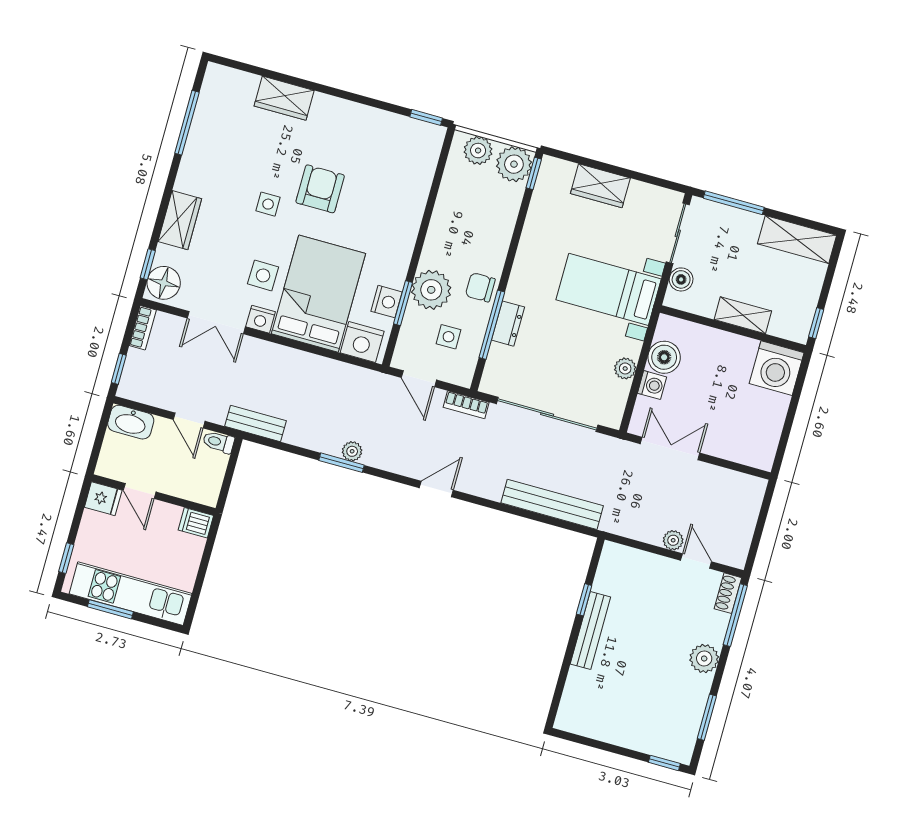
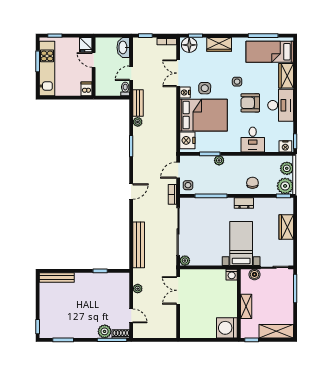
bed: (225, 119) -> (270, 52), added
desk: (343, 127) -> (281, 105), added
armchair: (320, 189) -> (250, 103), turned 180
desk: (398, 205) -> (253, 139), added
shelving: (797, 240) -> (276, 331), moved, turned 90
chair: (480, 287) -> (252, 183), moved
plant: (431, 290) -> (219, 160), width x0.53, depth x0.53
nightstand: (387, 302) -> (285, 146), moved
dresser: (508, 324) -> (244, 203), moved
side table: (449, 337) -> (188, 185), moved
boiler: (664, 357) -> (218, 276), removed
plant: (625, 368) -> (185, 261), moved
washing machine: (652, 385) -> (232, 275), moved
double door: (670, 448) -> (178, 290), swing flipped
plant: (352, 451) -> (138, 122), moved
door: (436, 489) -> (131, 191), hinge flipped
door: (140, 491) -> (94, 60), hinge flipped
plant: (673, 540) -> (138, 289), moved
door: (696, 561) -> (131, 316), hinge flipped
bench: (590, 630) -> (57, 277), moved
plant: (704, 659) -> (105, 331), moved

